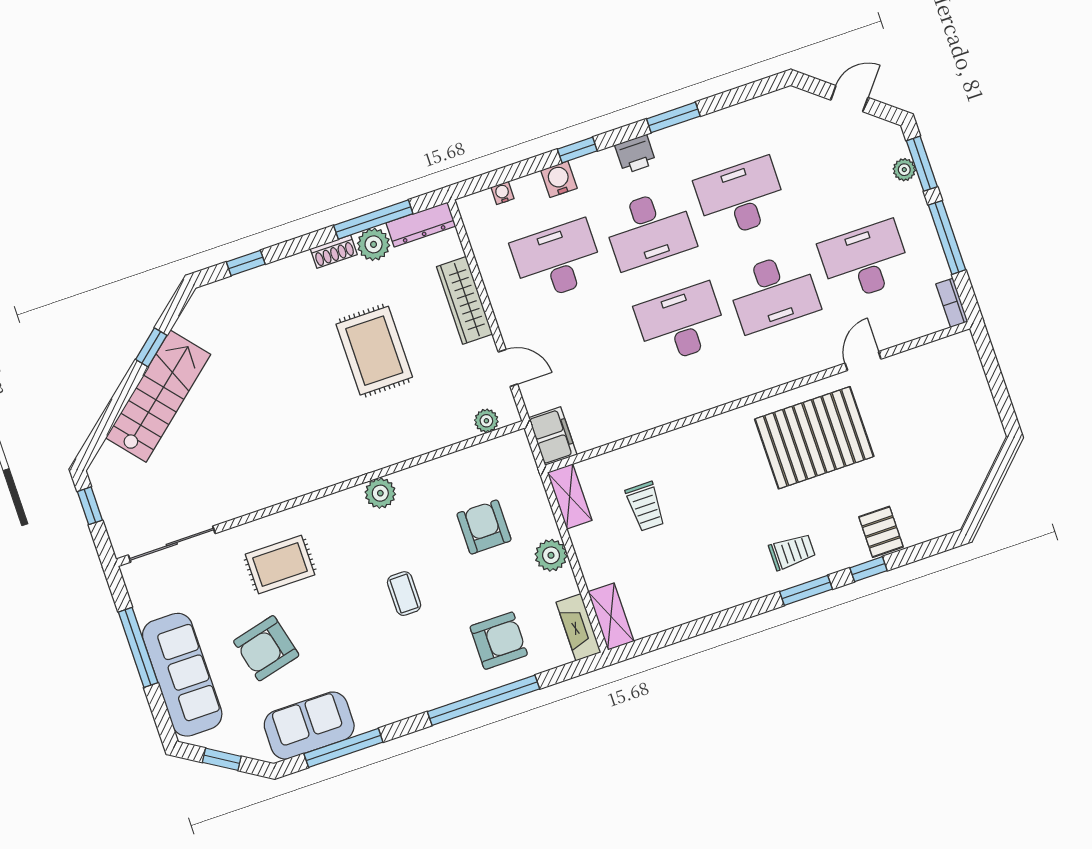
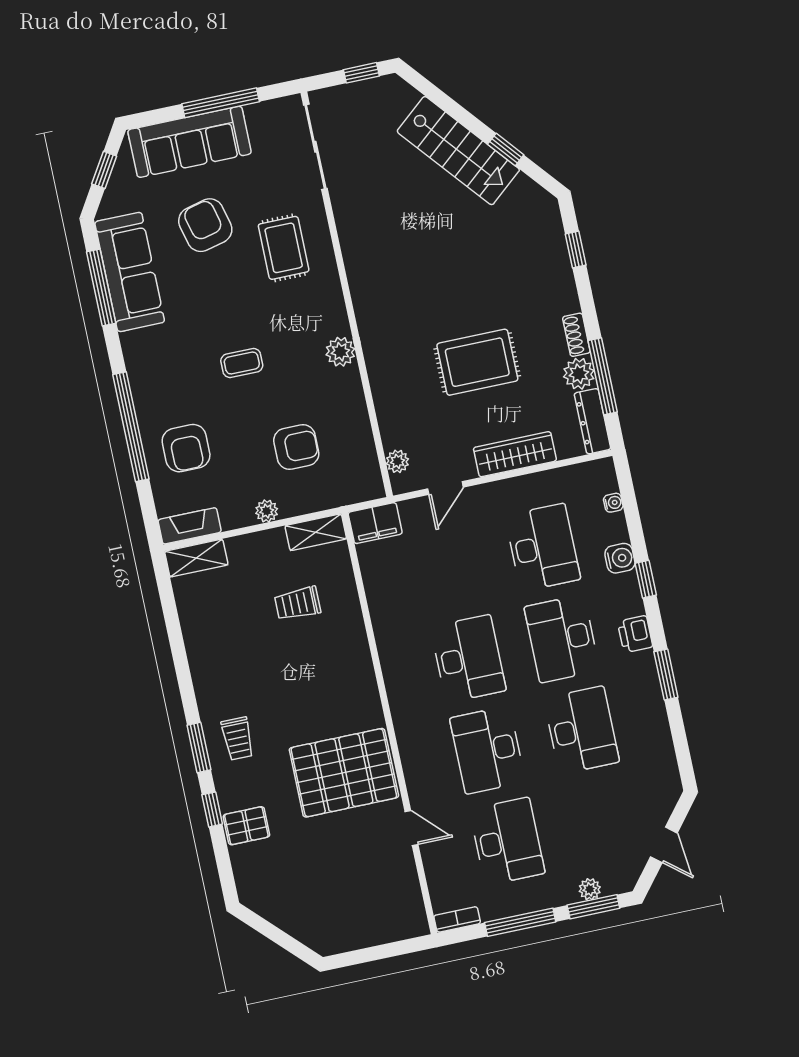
pallet: (814, 438) -> (344, 773), turned 90
plant: (551, 555) -> (267, 511), width x0.73, depth x0.73
sofa: (309, 726) -> (130, 272), width x1.36

